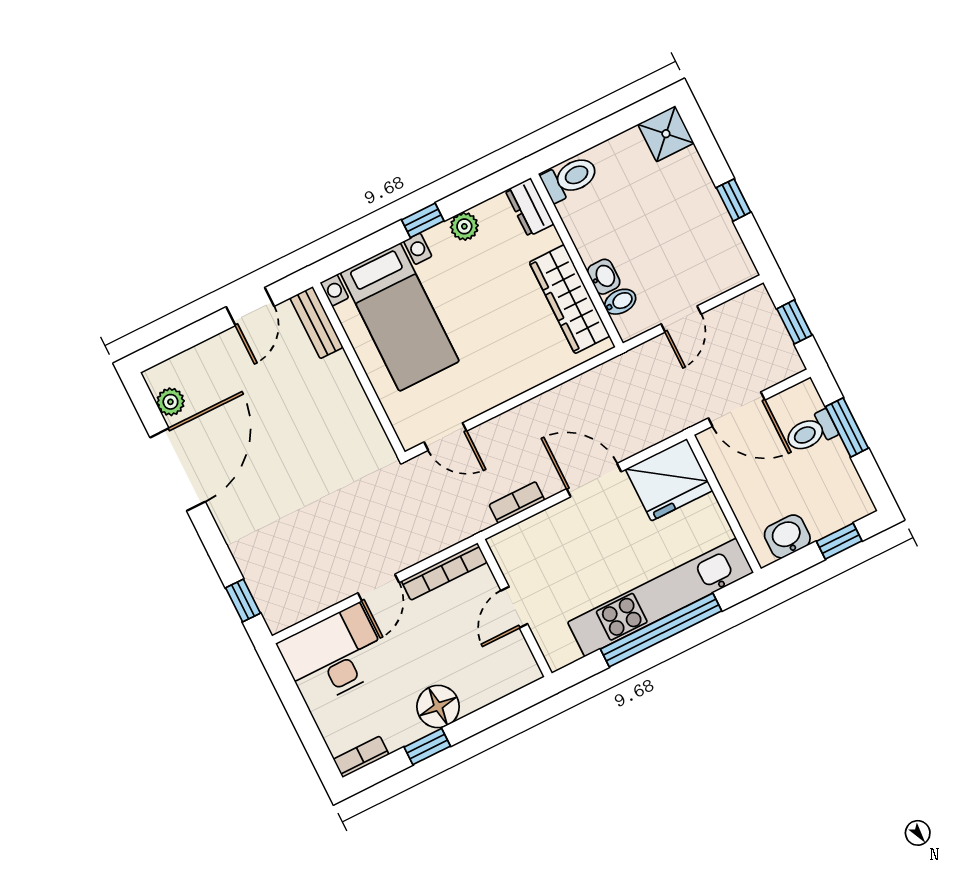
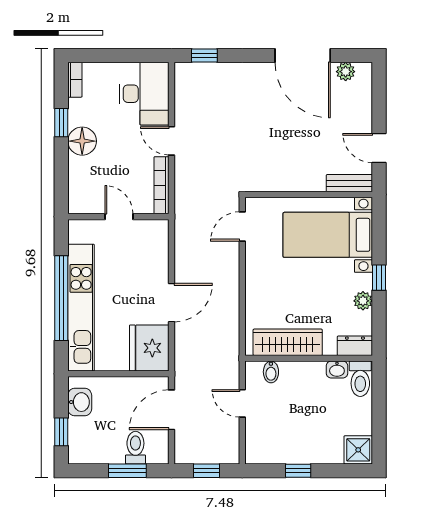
washbasin: (604, 277) -> (337, 370), moved
bookcase: (517, 502) -> (181, 250), removed

